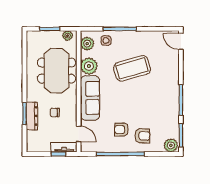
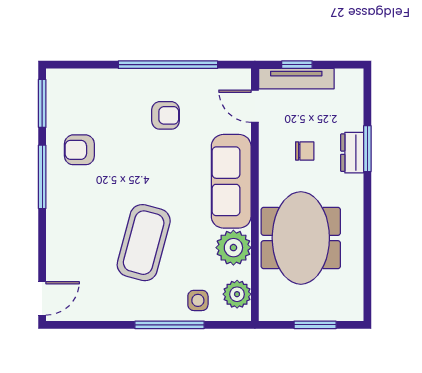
plant: (68, 36) -> (278, 311), removed
door: (181, 42) -> (42, 298), hinge flipped
coffee table: (132, 68) -> (144, 243), turned -59
dresser: (32, 116) -> (352, 153), width x0.70
armchair: (142, 136) -> (79, 150), moved
plant: (171, 145) -> (63, 83), removed
tv unit: (64, 147) -> (296, 79), width x1.41

